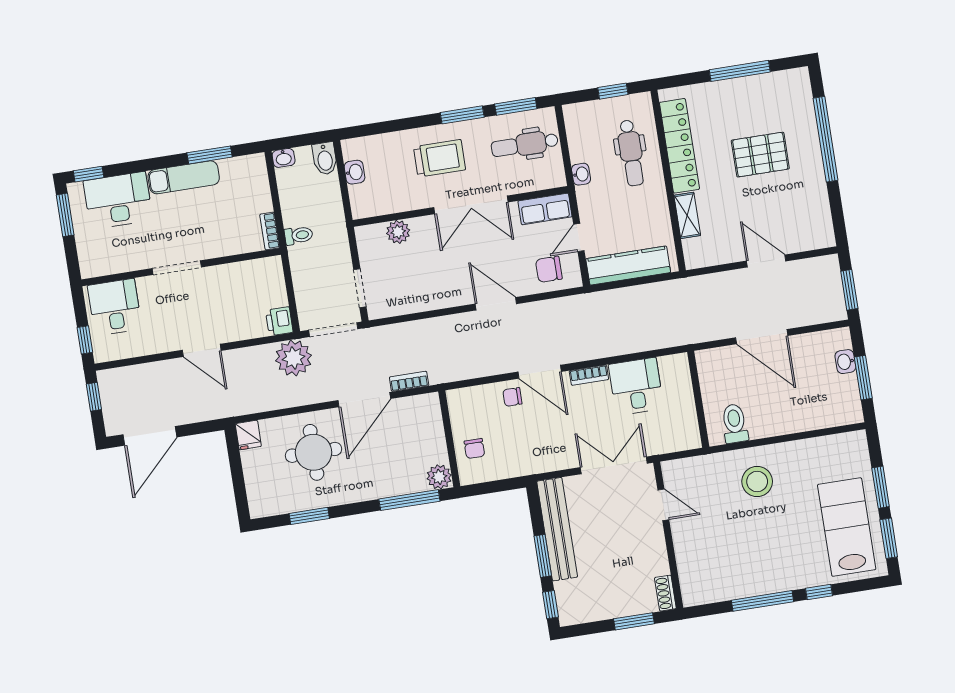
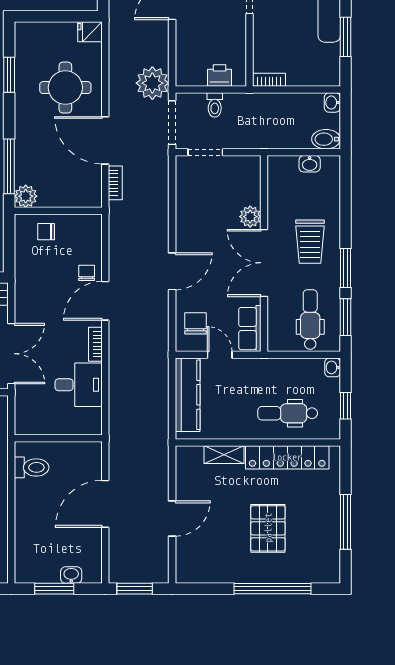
washbasin: (581, 174) -> (333, 367), moved, turned 90
plant: (398, 232) -> (250, 217), moved
toilet: (299, 235) -> (215, 105), moved
printer: (279, 321) -> (219, 76), moved

